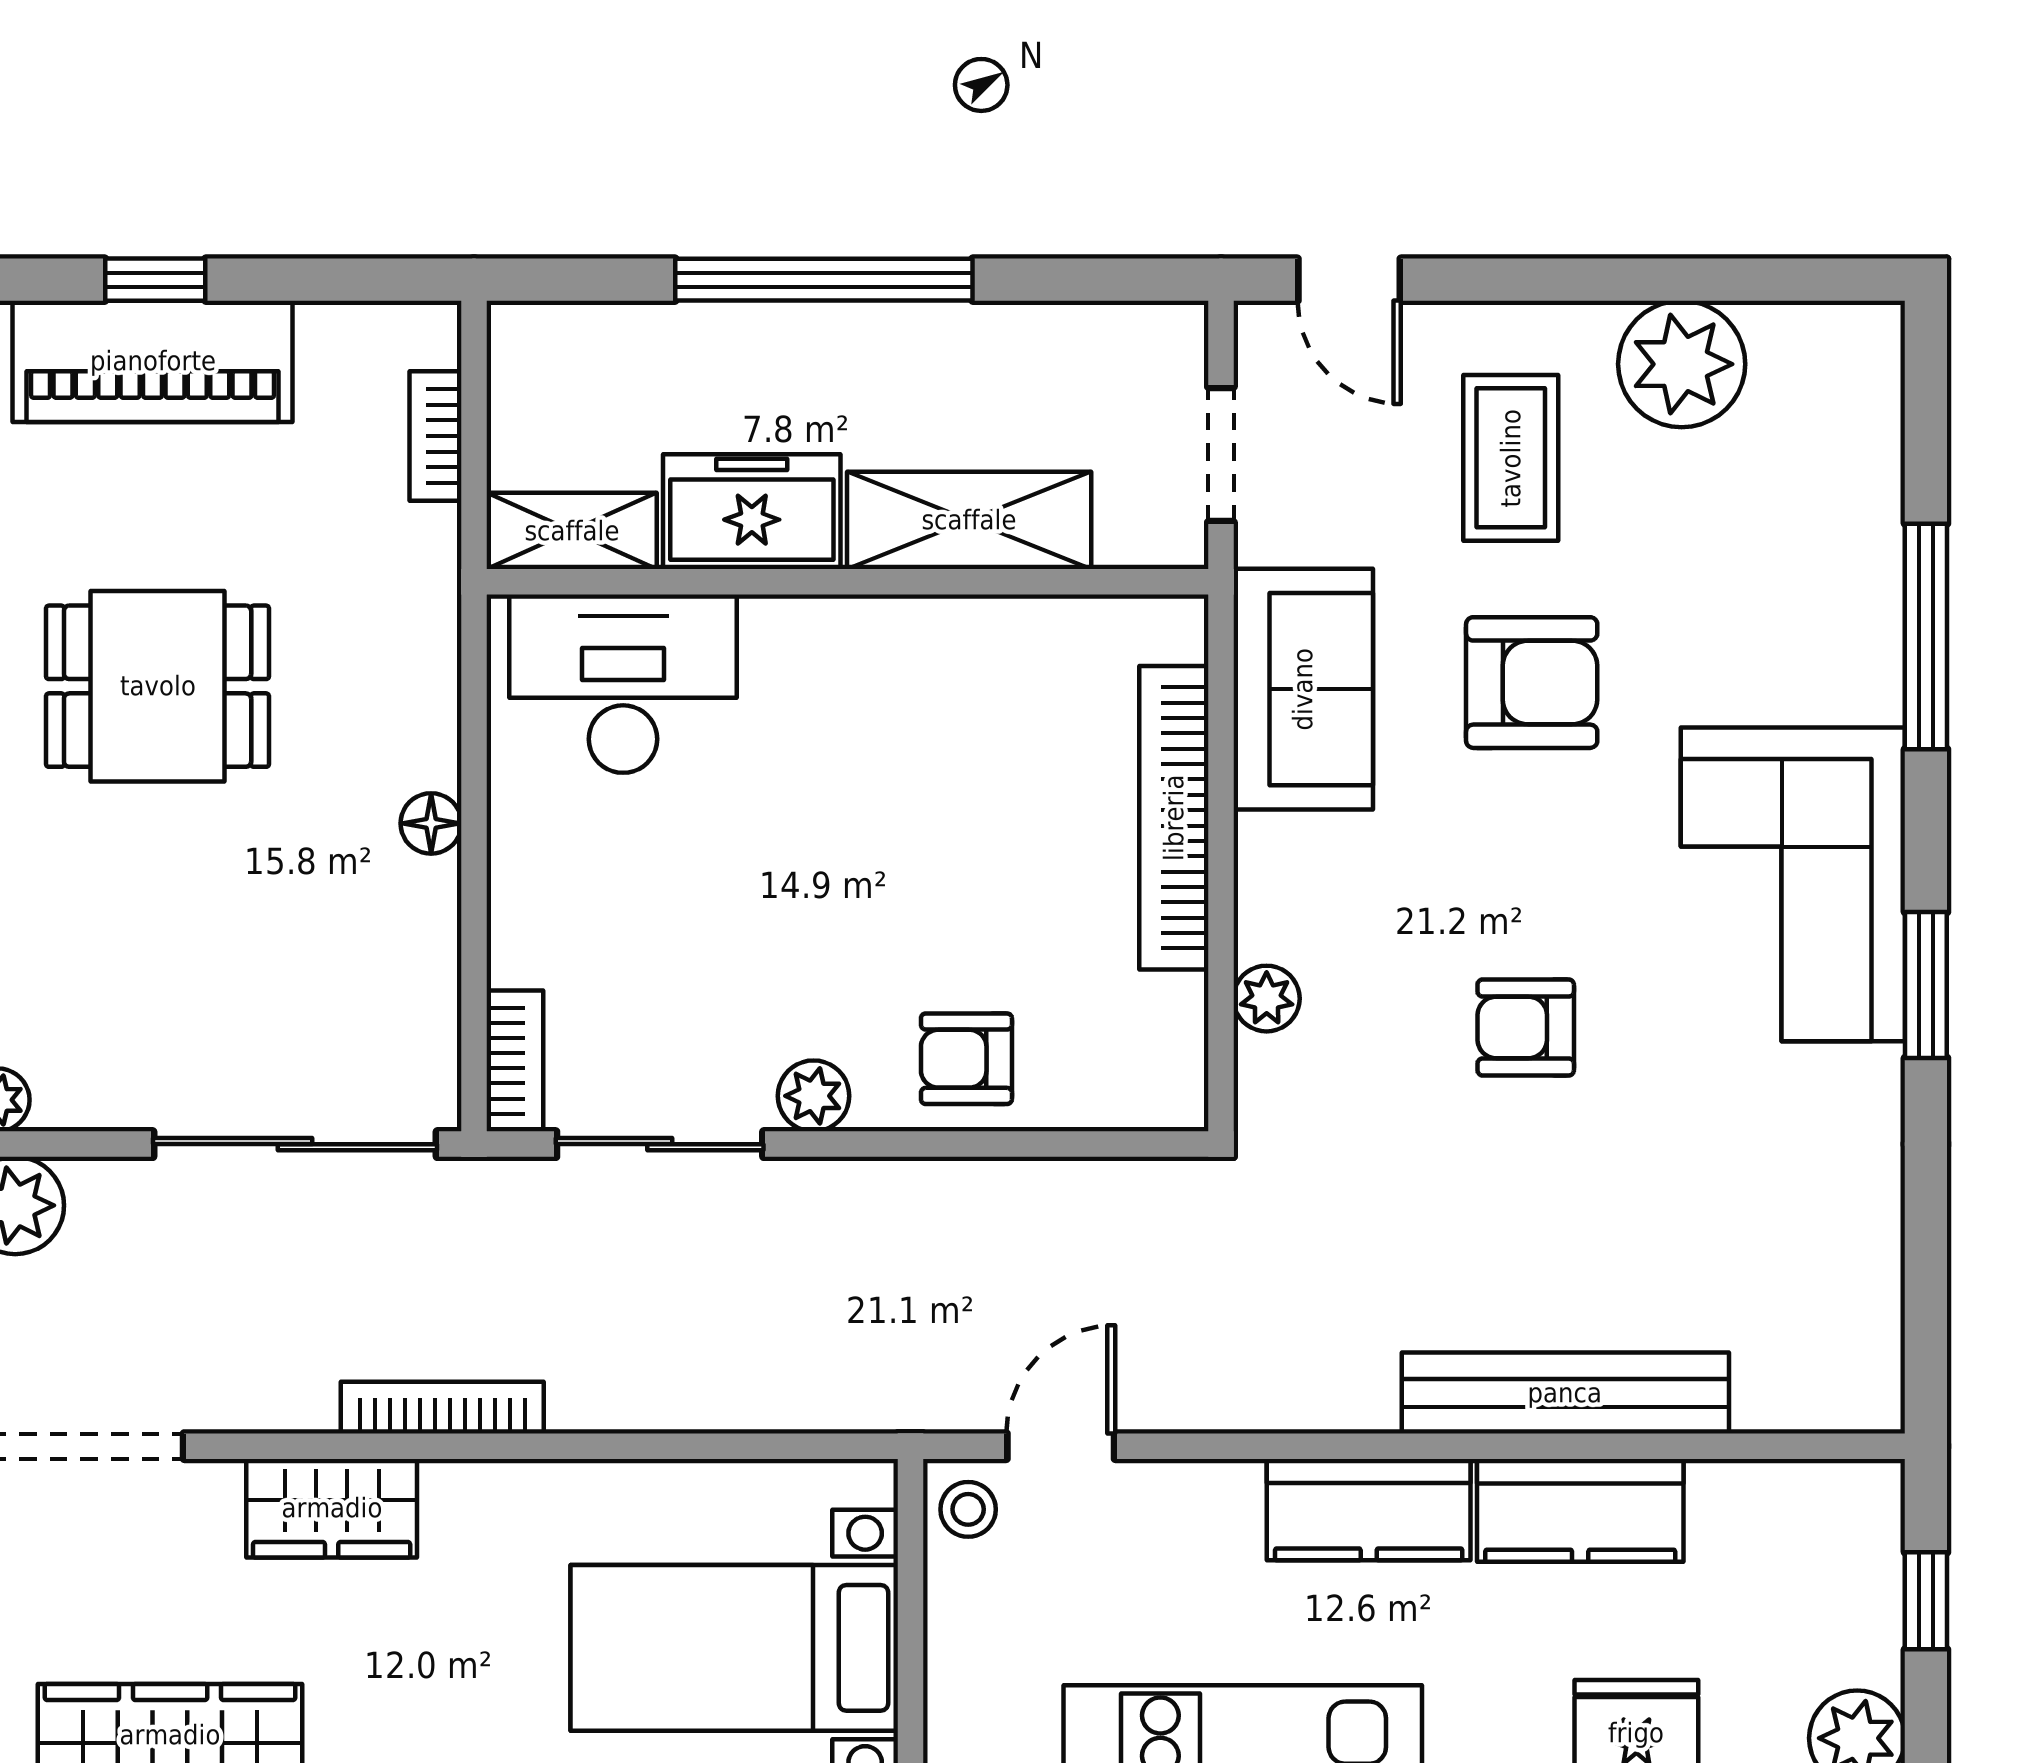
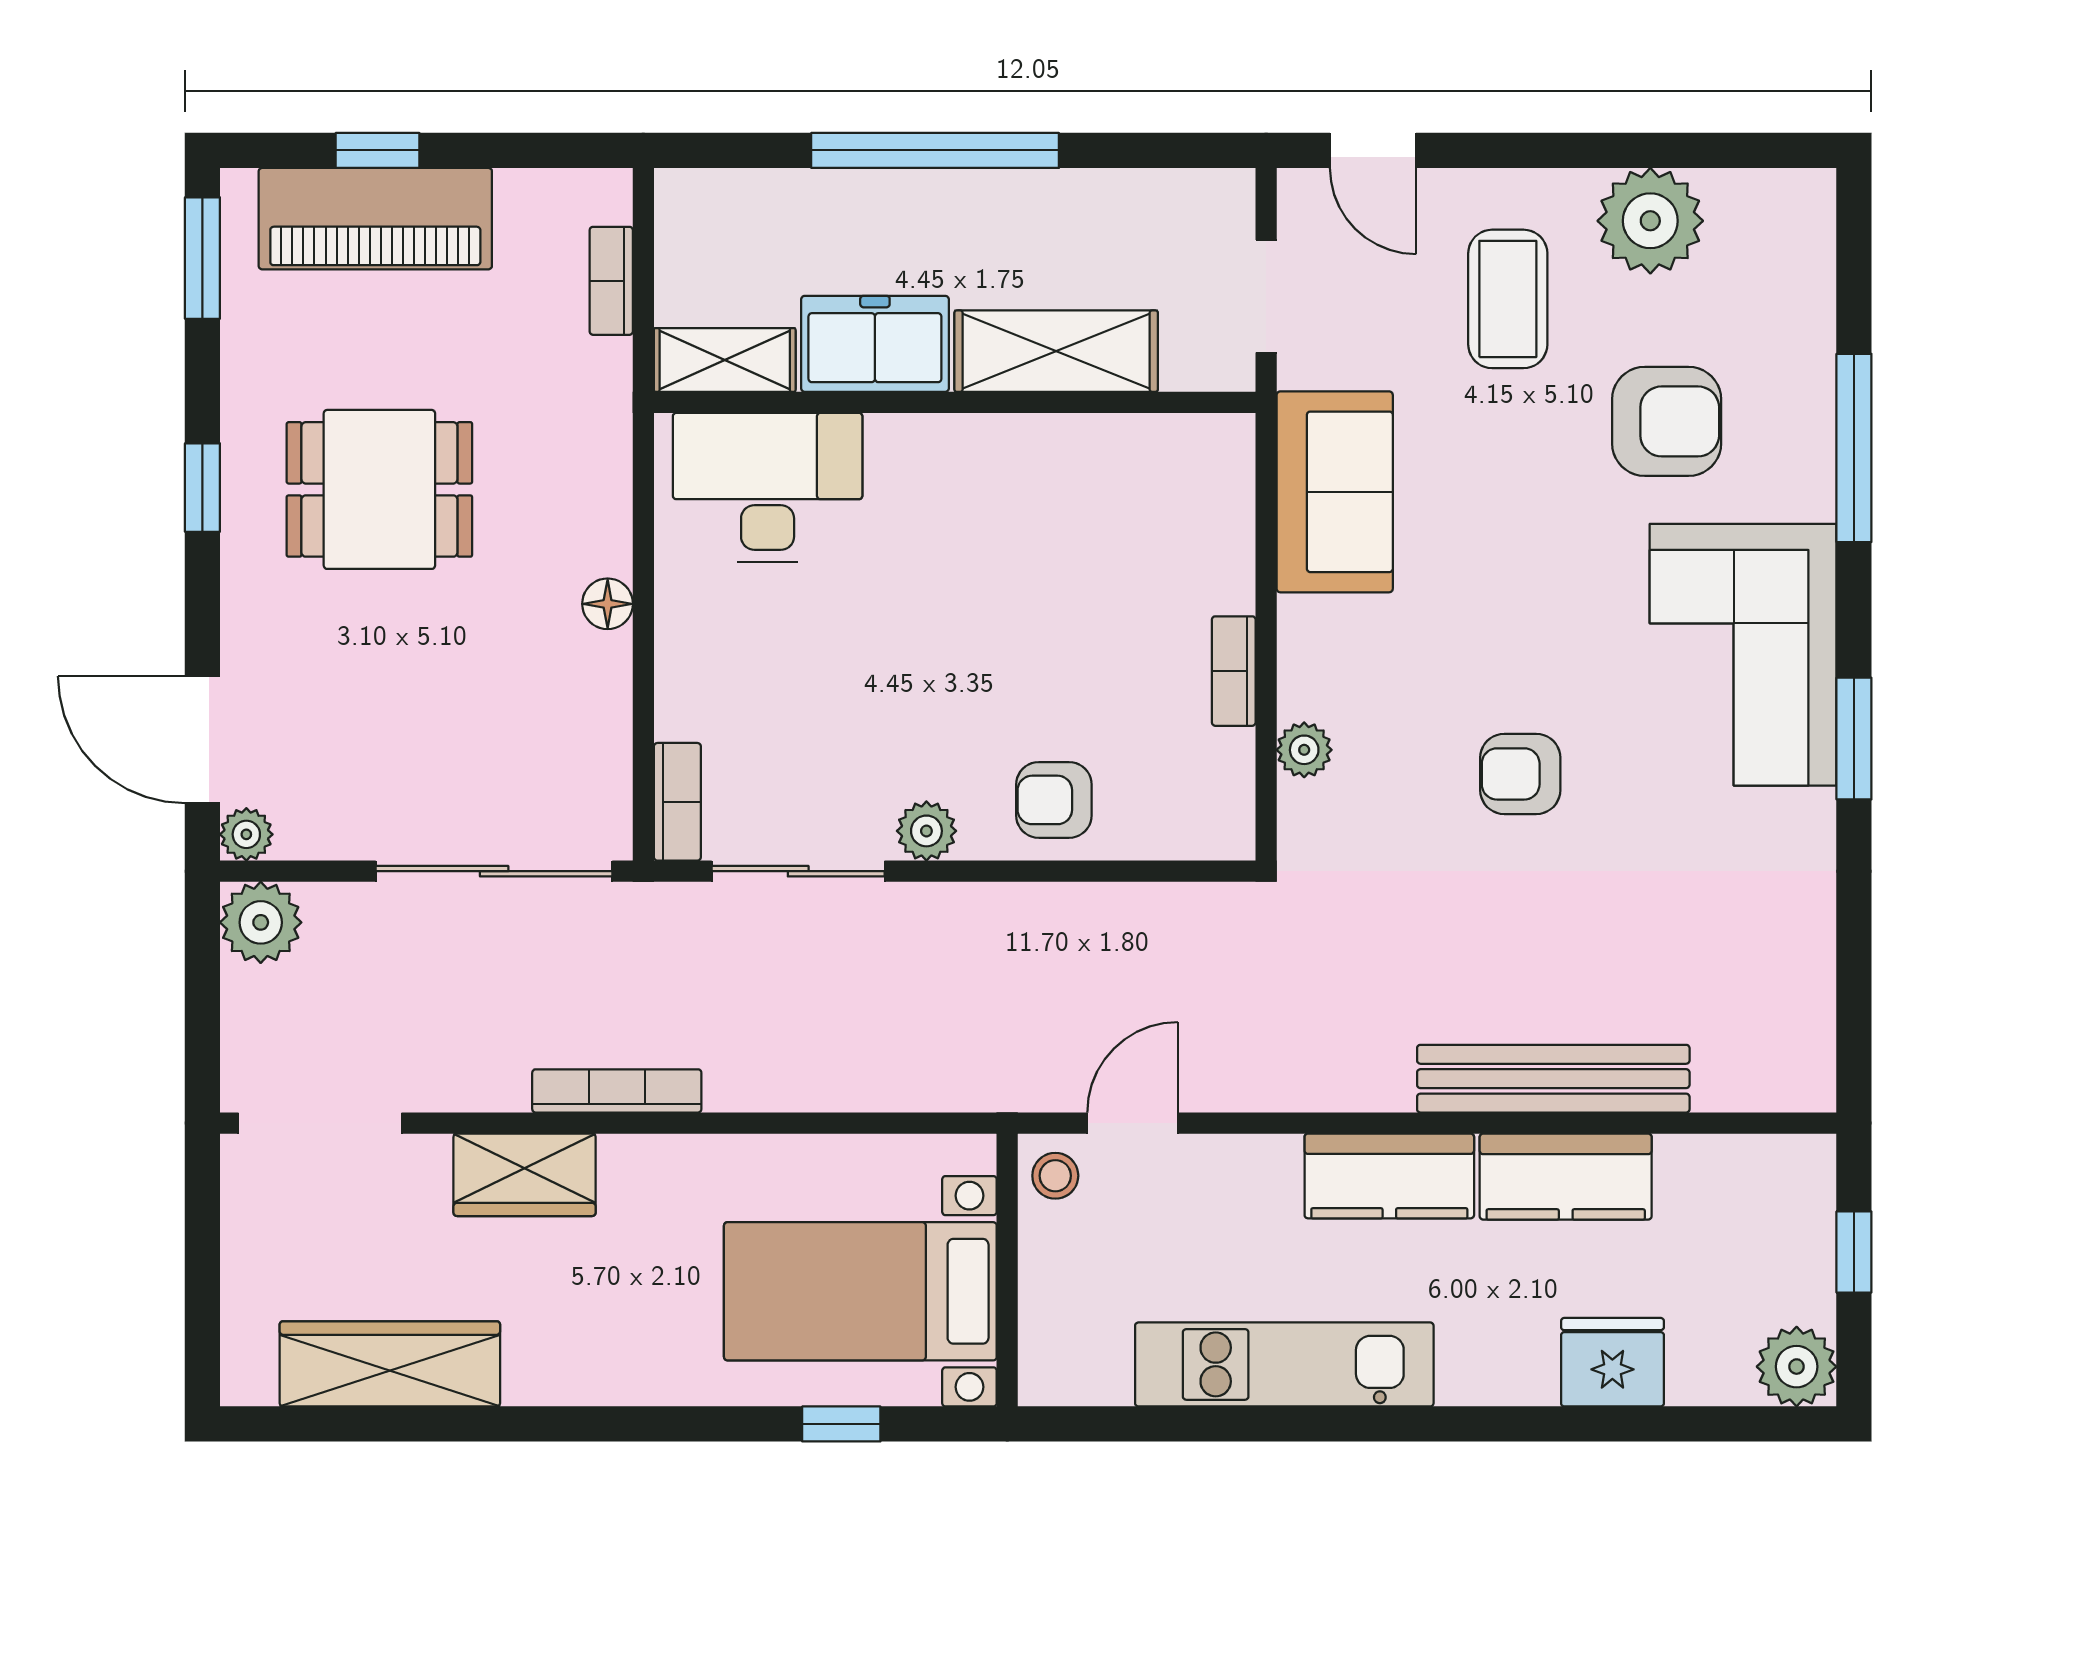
armchair: (1532, 683) -> (1667, 421), moved
bookcase: (1174, 818) -> (1234, 671), width x0.43, depth x0.76

